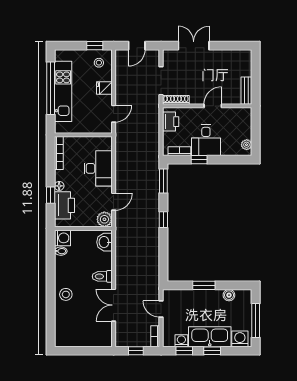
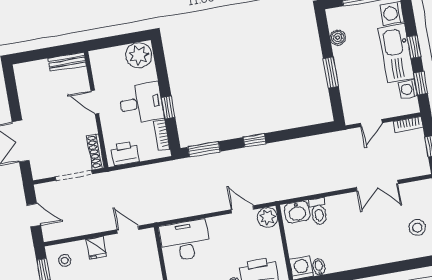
plant: (247, 145) -> (139, 55), width x1.88, depth x1.88
desk: (98, 168) -> (185, 240), moved
toilet: (102, 276) -> (319, 211), moved
stool: (66, 294) -> (417, 228), moved

